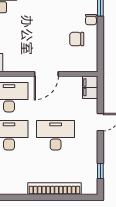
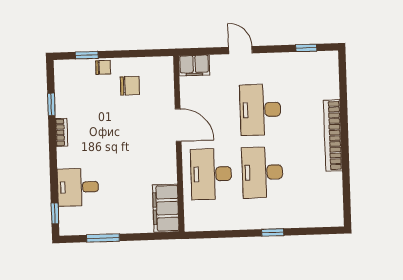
chair: (77, 39) -> (130, 86), turned -90
bookcase: (54, 189) -> (333, 135), moved

